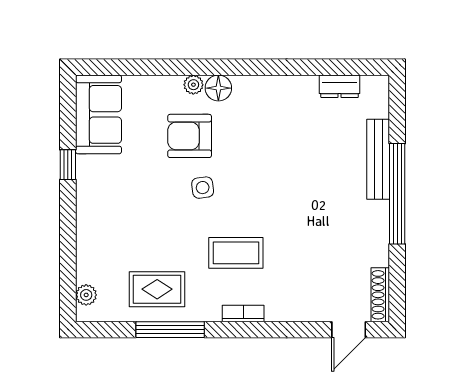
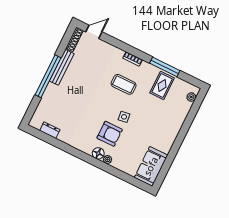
armchair: (190, 136) -> (110, 134), moved
bench: (378, 159) -> (62, 67), moved
window: (68, 165) -> (173, 152), removed
rug: (157, 289) -> (162, 85), turned 90

